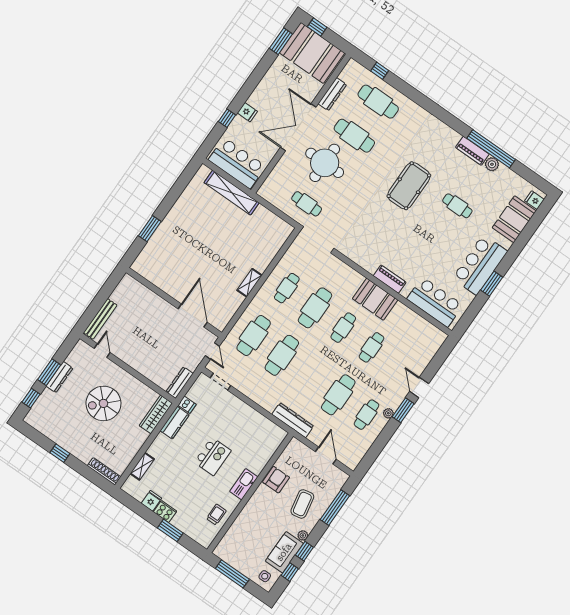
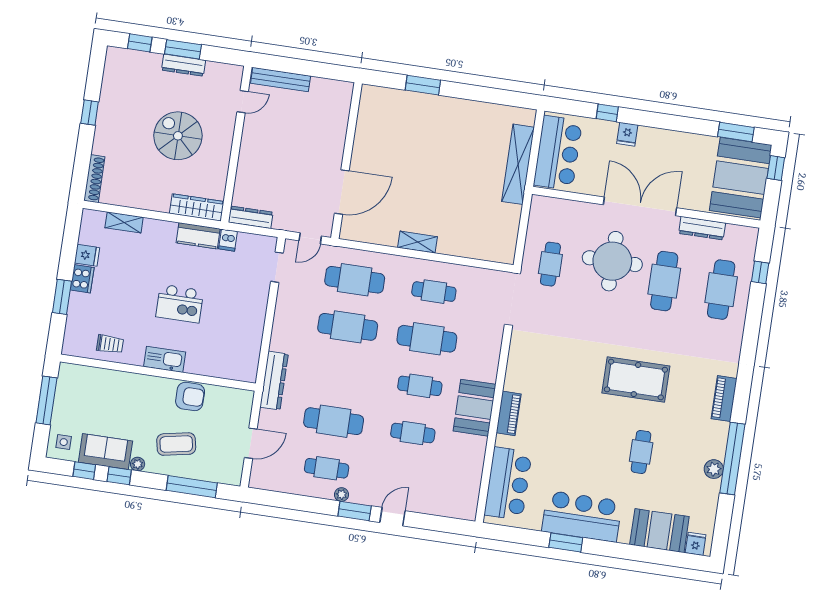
piano: (472, 151) -> (724, 399), moved

